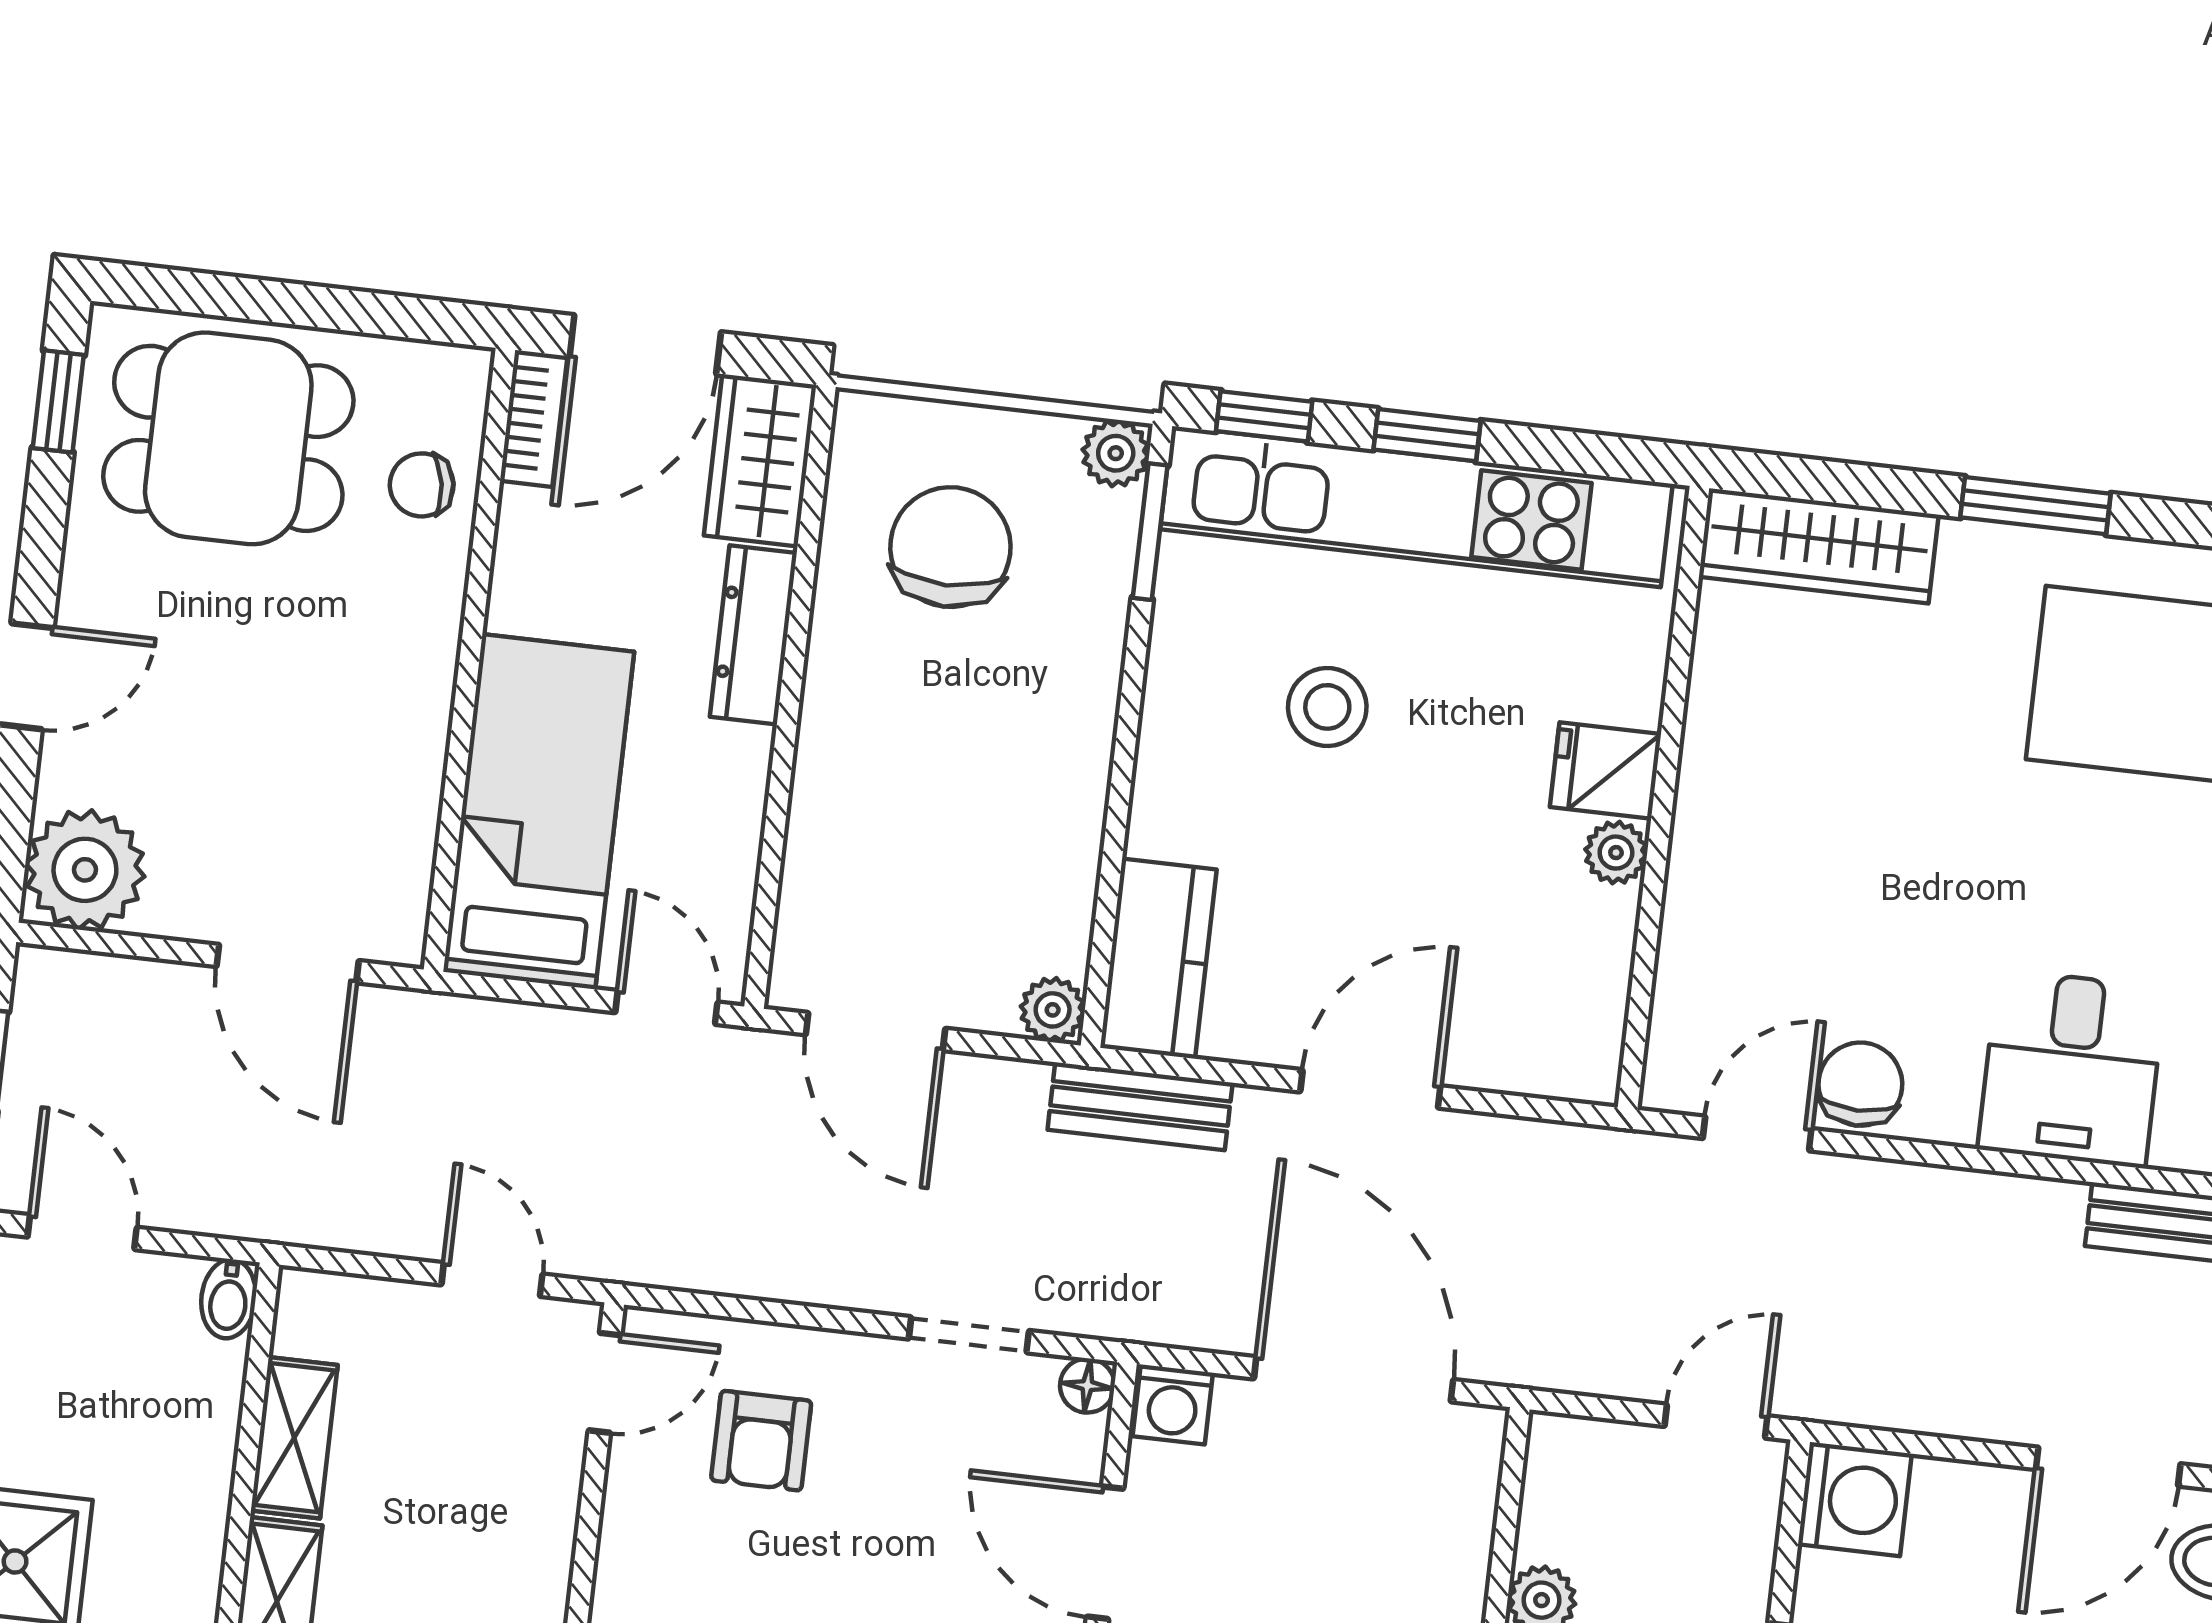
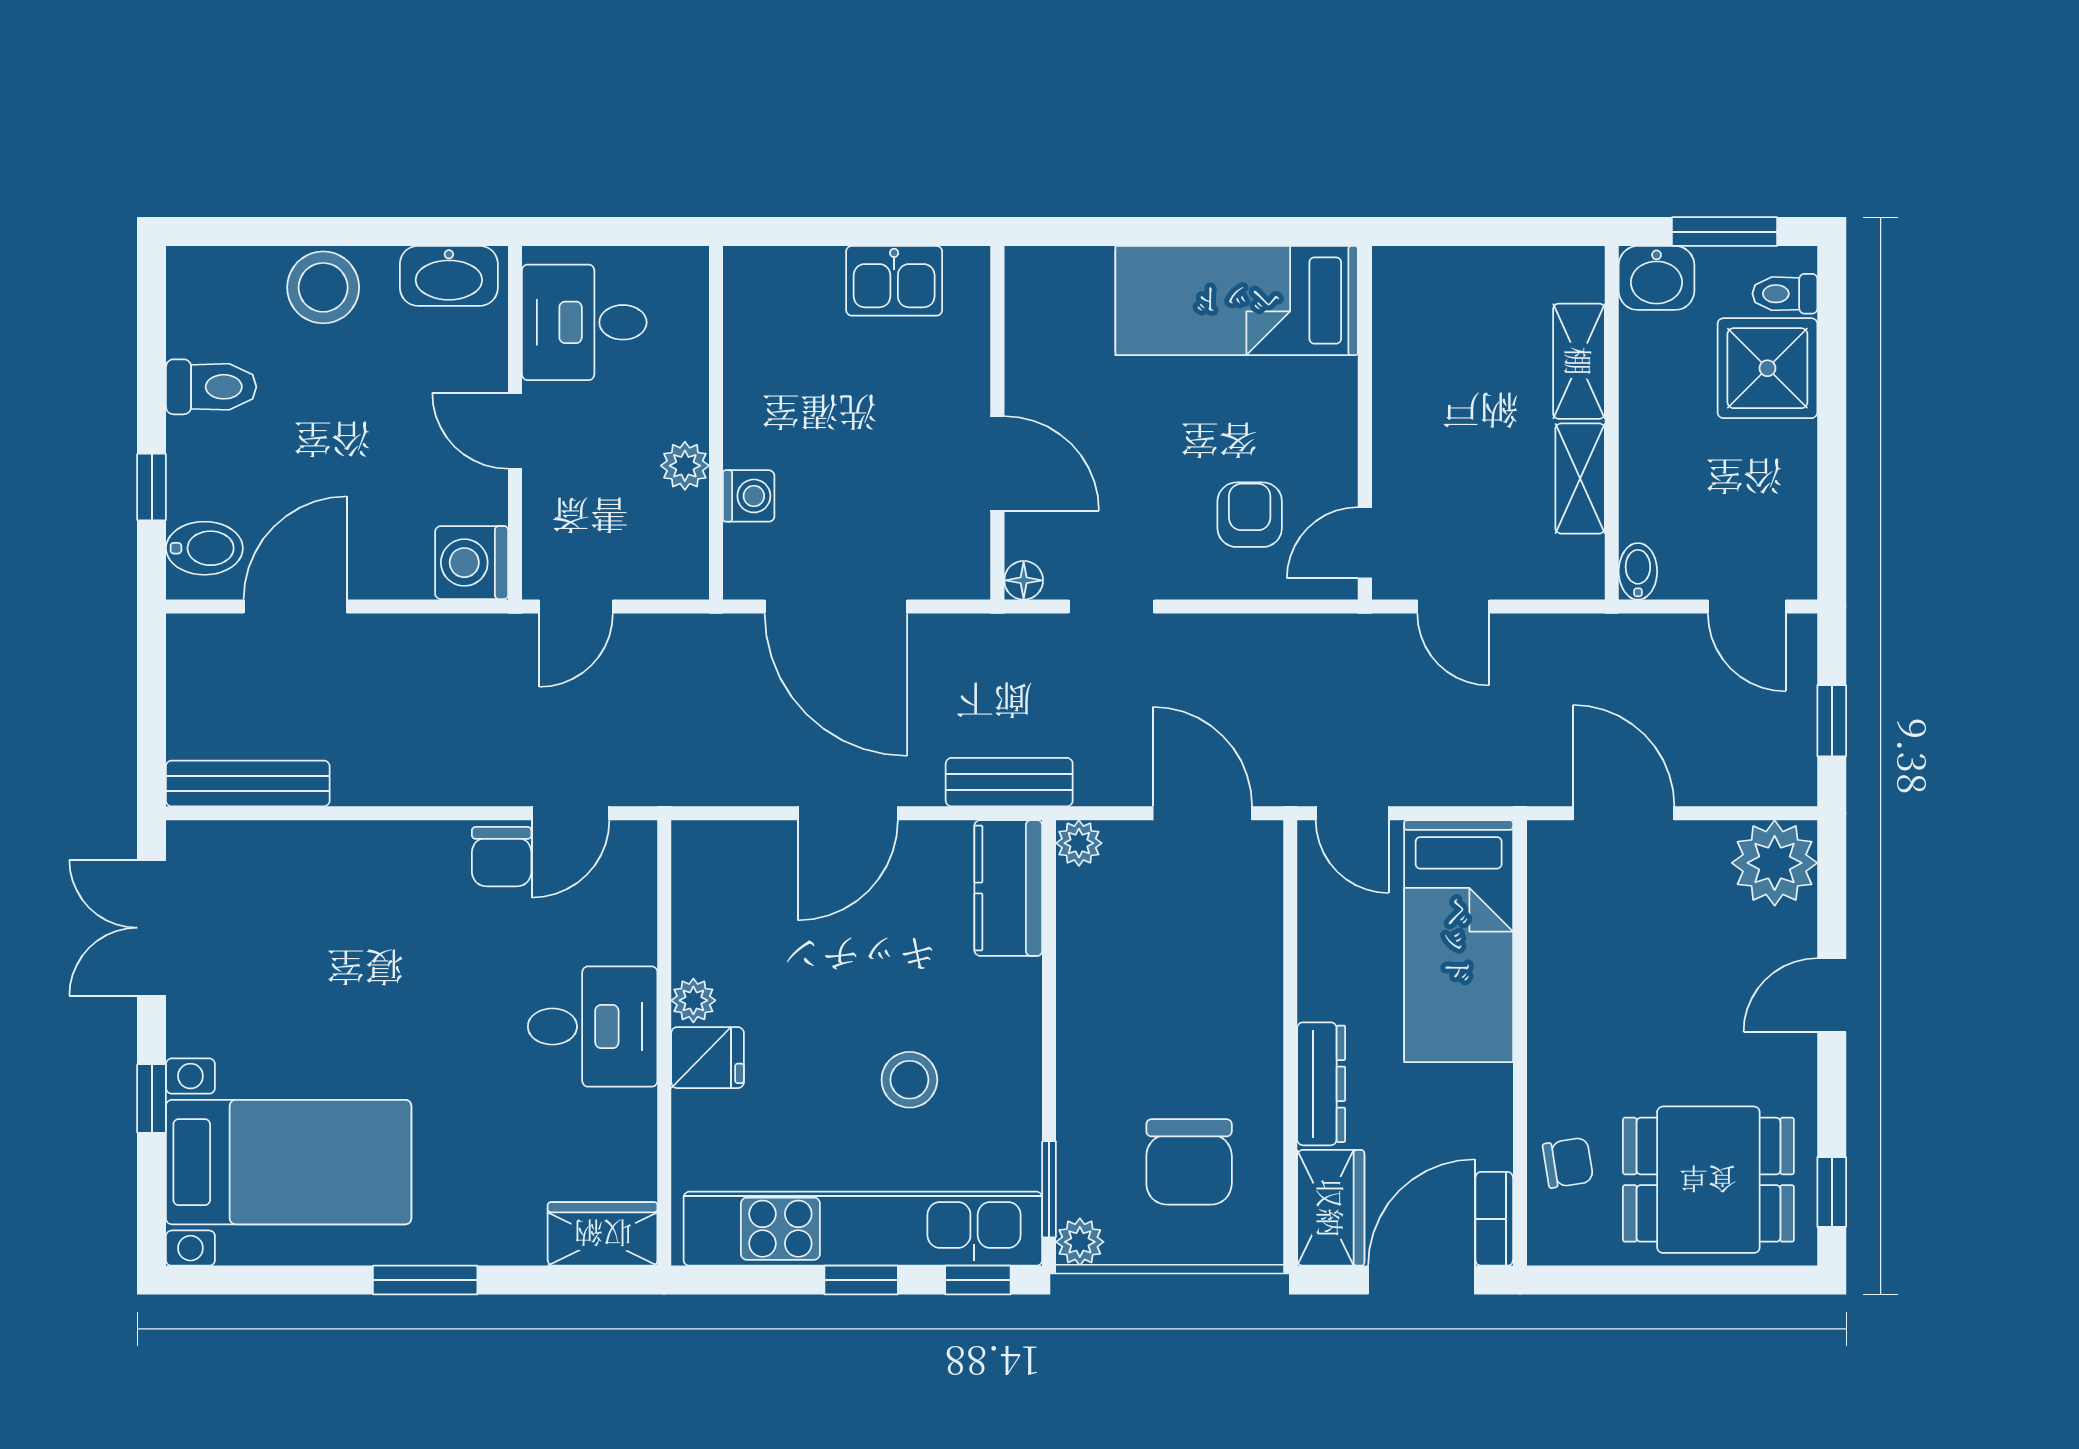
wardrobe: (1819, 546) -> (603, 1234), width x0.67
desk: (2072, 1069) -> (593, 1027), moved, turned 90
washing machine: (1173, 1405) -> (749, 496), moved, turned 90

